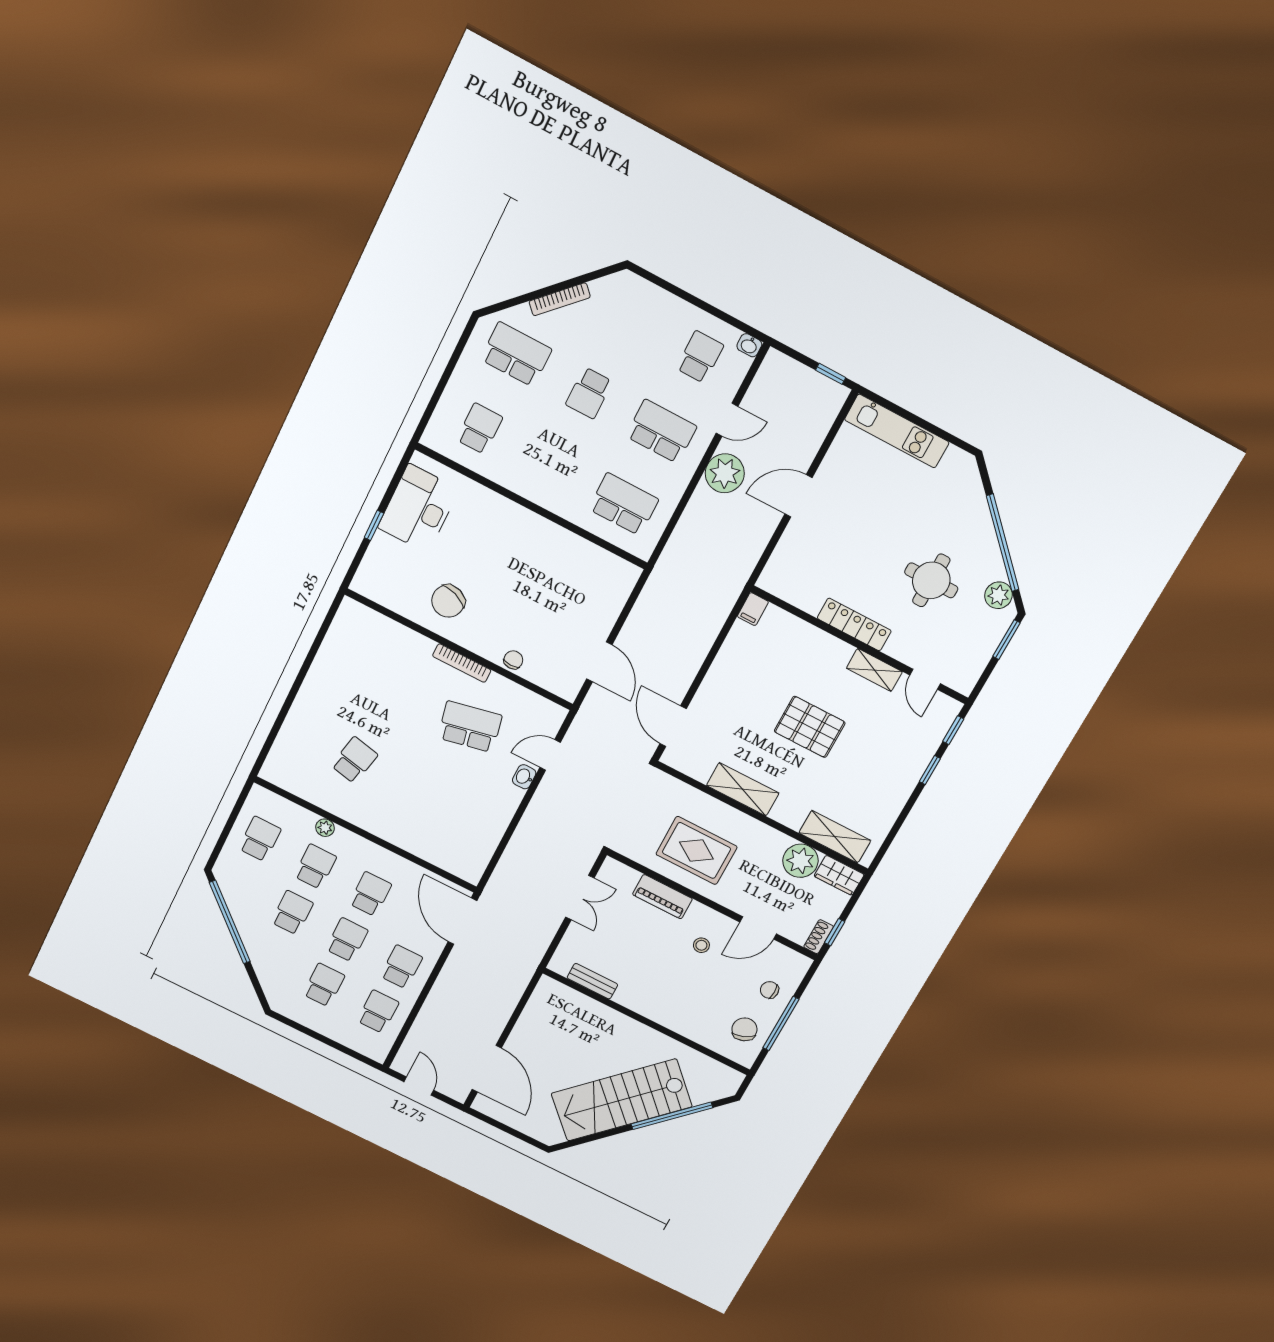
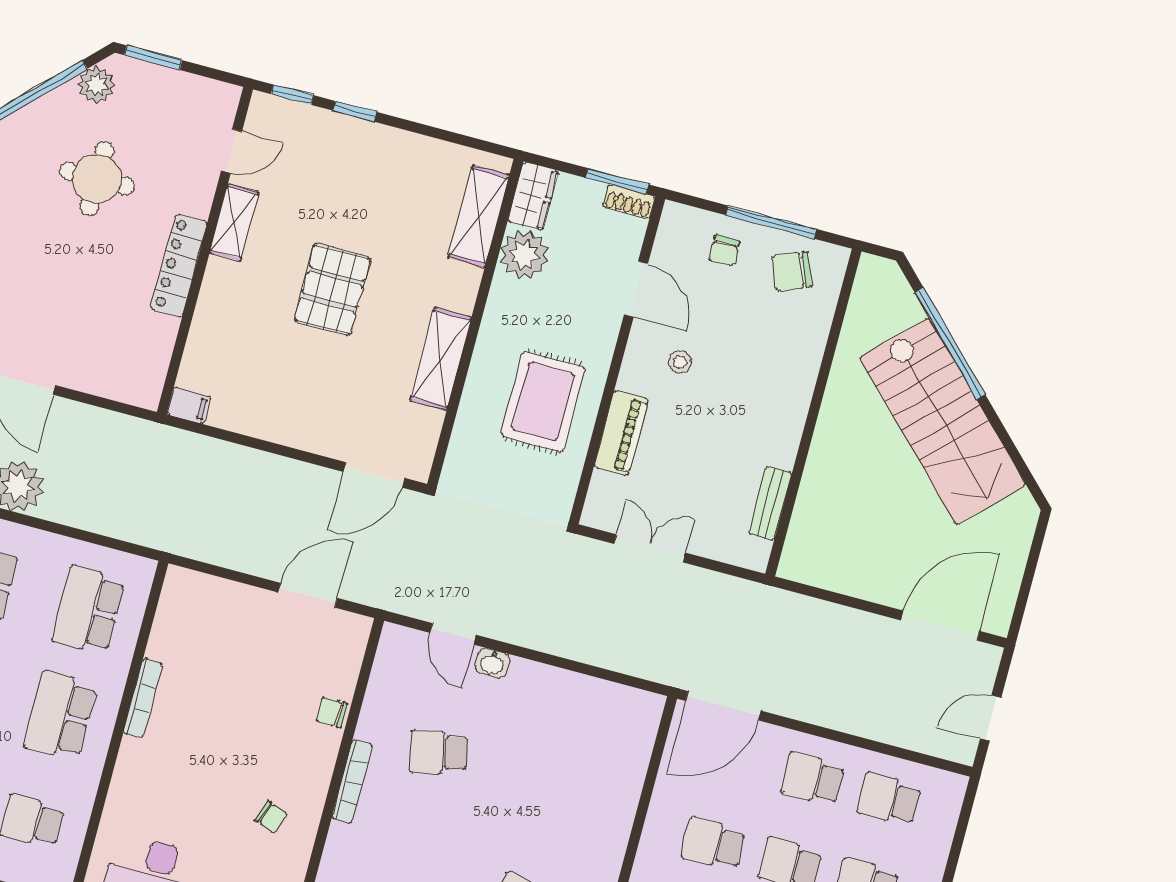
school desk: (552, 467) -> (60, 715), added
bookcase: (552, 529) -> (143, 698), added
chair: (448, 601) -> (271, 817), width x0.54, depth x0.54
school desk: (470, 727) -> (439, 752), width x0.54
window: (835, 932) -> (617, 181), width x1.50

